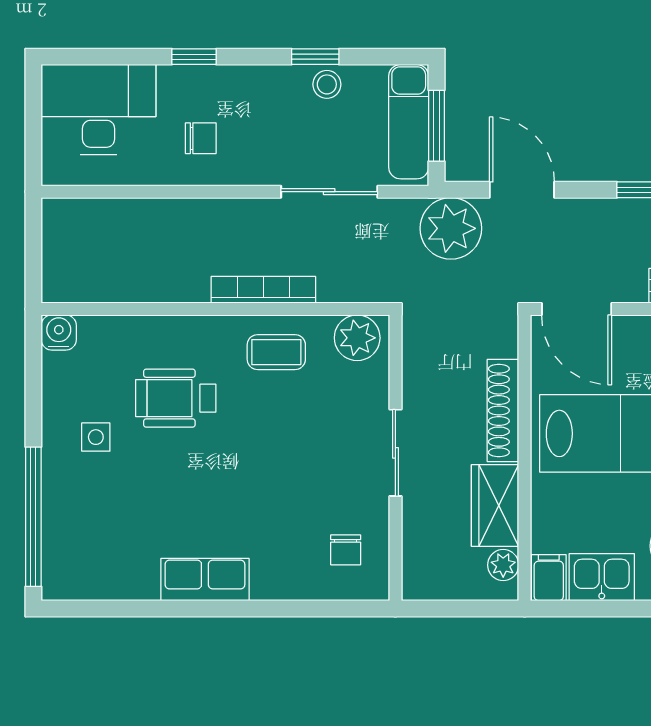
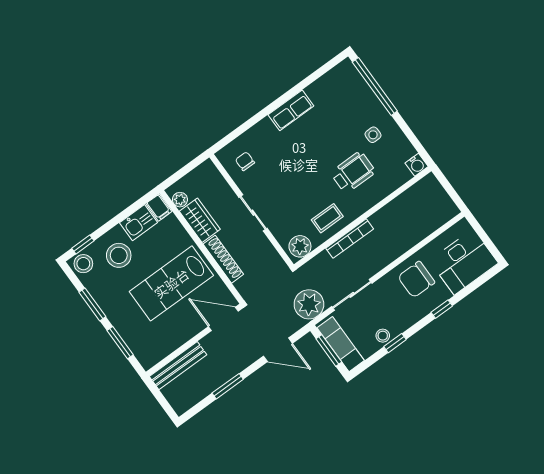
chair: (201, 138) -> (416, 280), width x1.87, depth x1.87
plant: (451, 228) -> (309, 304), moved

